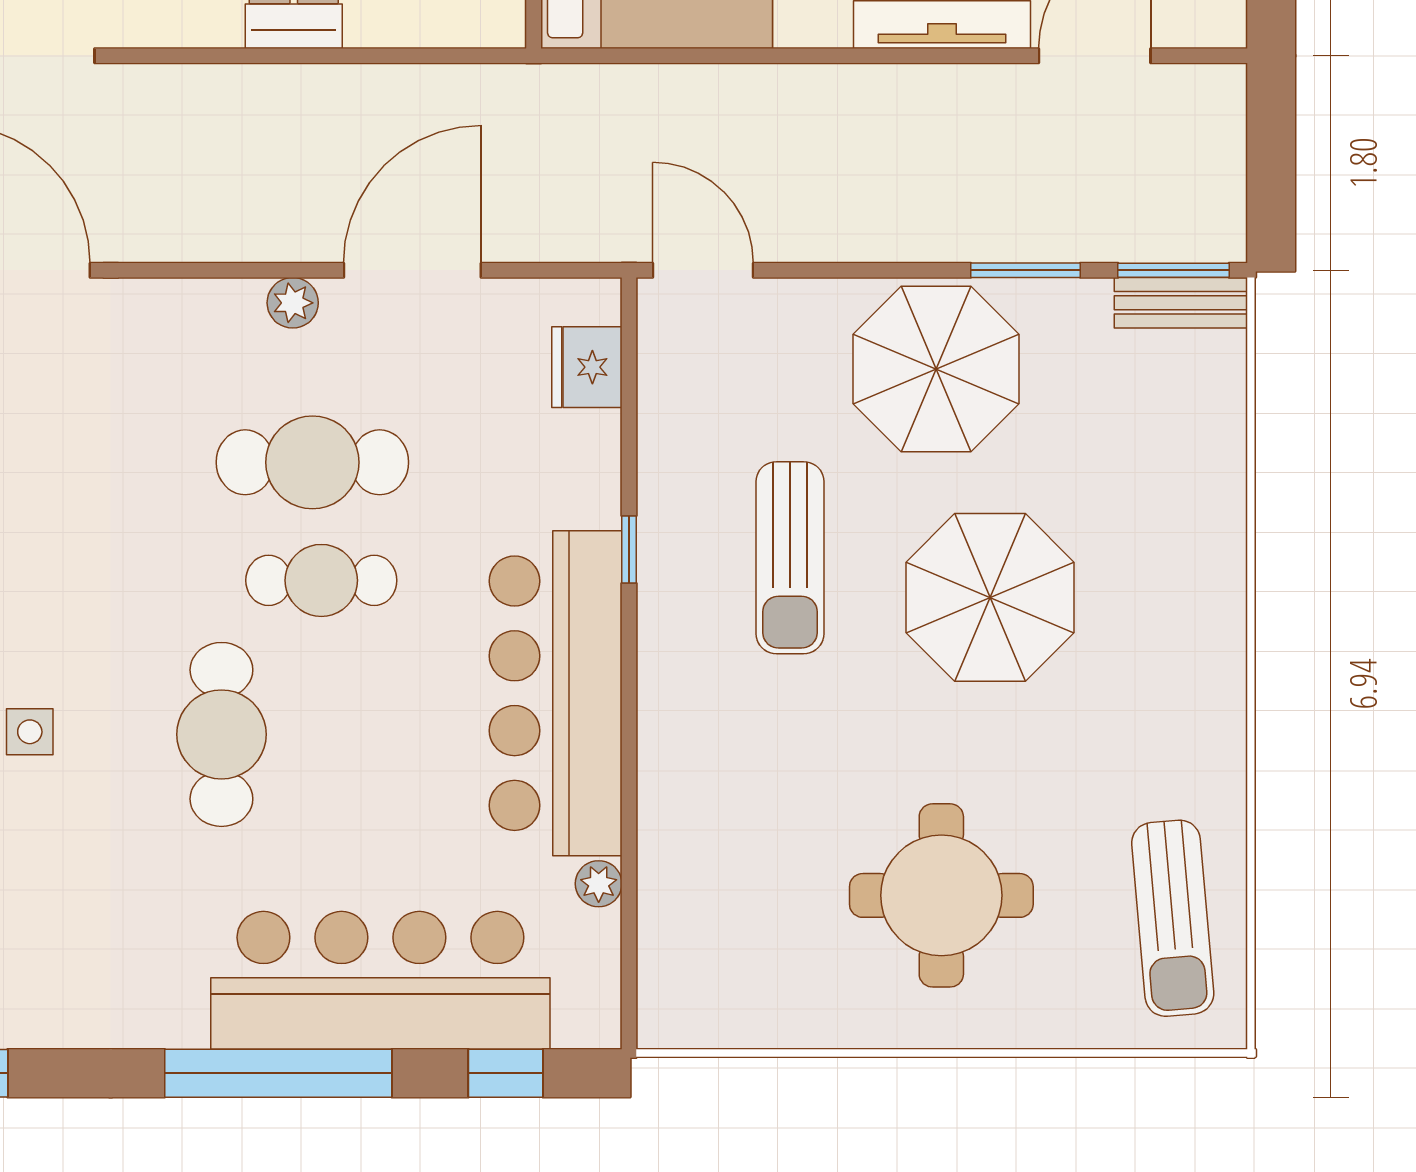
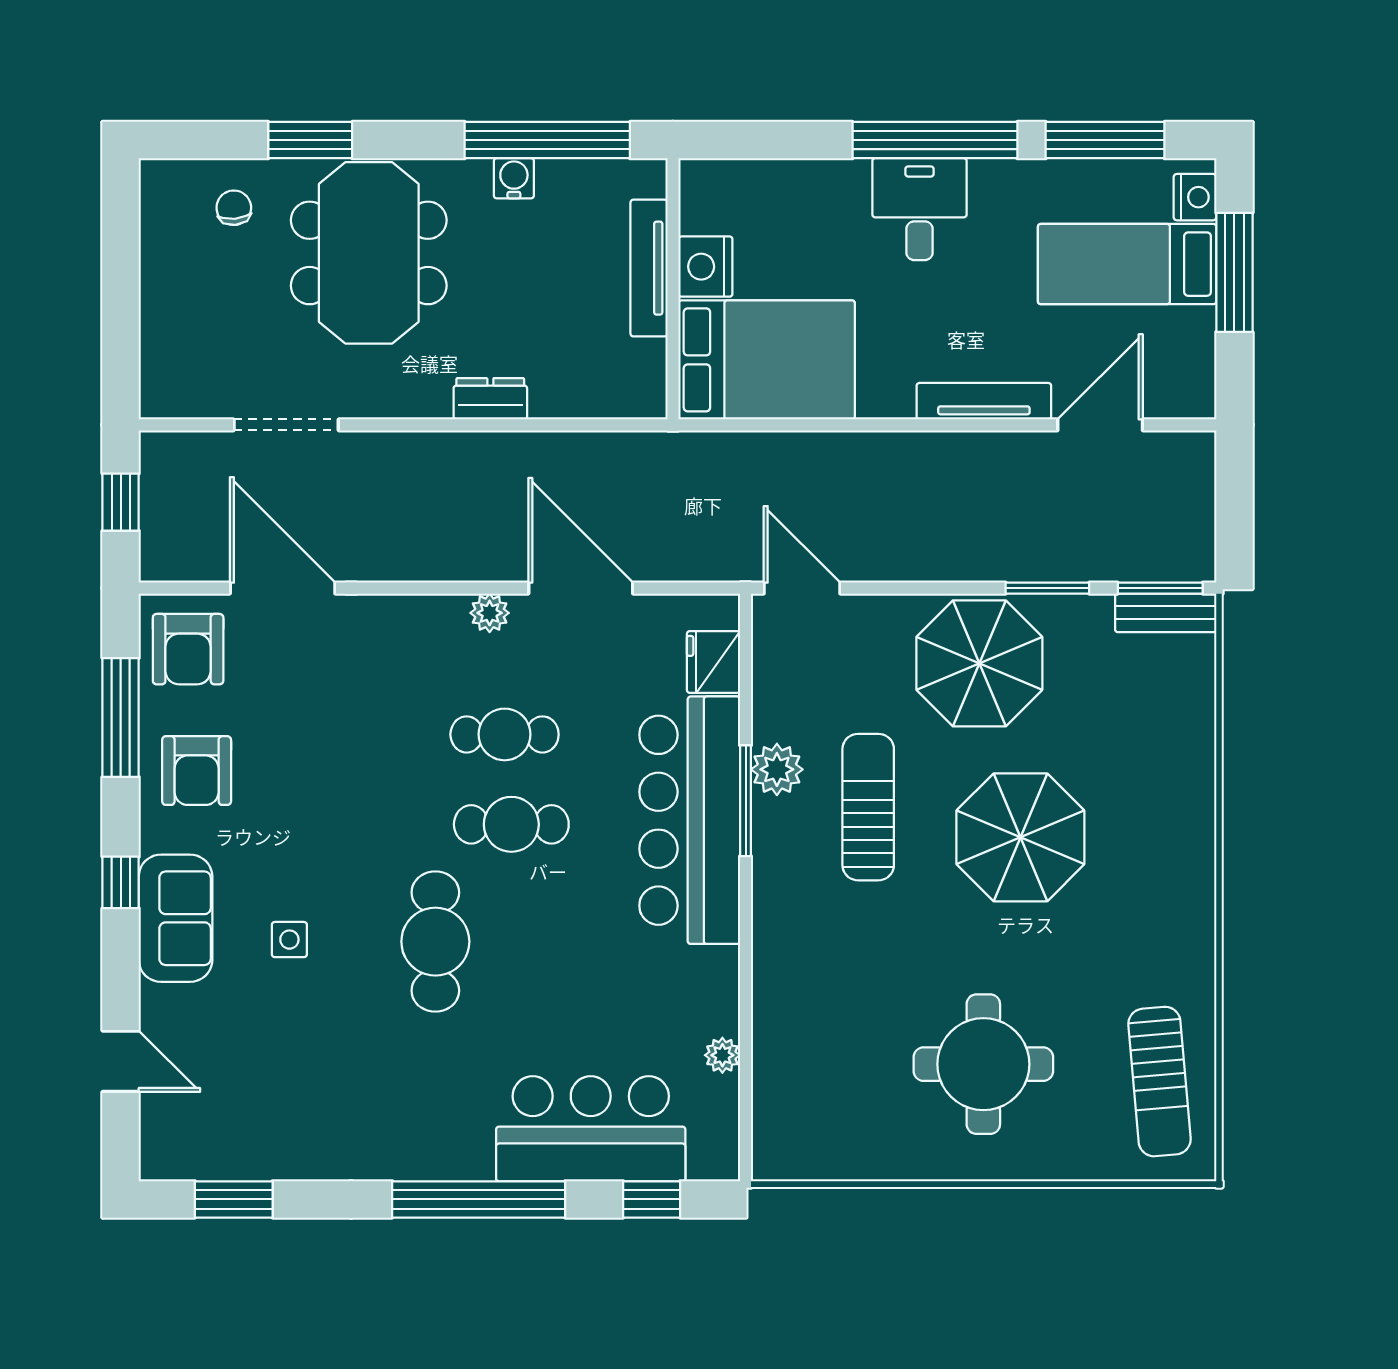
door: (412, 270) -> (581, 588), hinge flipped
cafe table: (312, 462) -> (505, 734), width x0.73, depth x0.74
plant: (670, 508) -> (777, 769), added
window: (629, 549) -> (746, 801), width x2.17
sun lounger: (790, 558) -> (868, 807), turned 180
bar counter: (556, 693) -> (690, 820), moved
bar counter: (380, 980) -> (591, 1129), width x0.73

